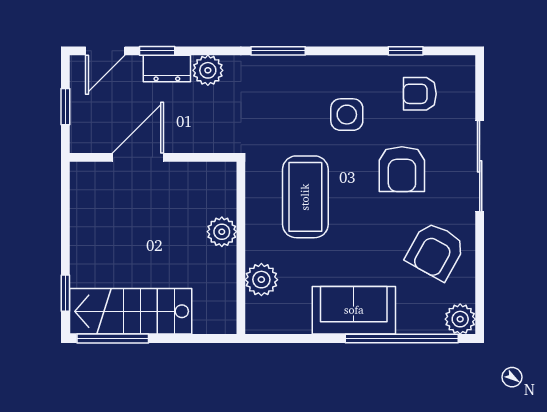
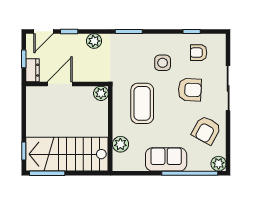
dresser: (167, 68) -> (32, 70), moved, turned -90
armchair: (402, 169) -> (190, 90), turned -87
plant: (222, 232) -> (101, 93), moved
stairs: (131, 311) -> (67, 154), width x1.36, depth x1.51

